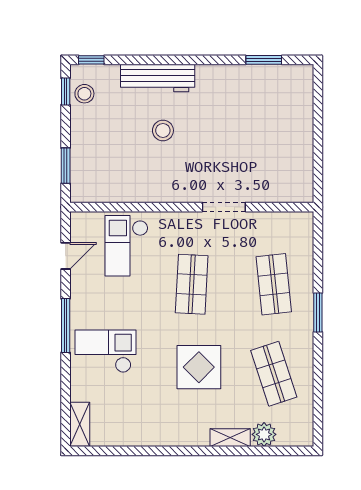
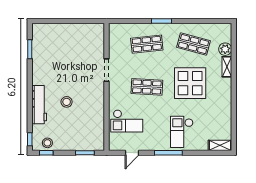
door: (66, 256) -> (132, 153), swing flipped
display table: (199, 367) -> (190, 83), width x1.36, depth x1.36
shop shelf: (274, 374) -> (194, 44), turned 33

